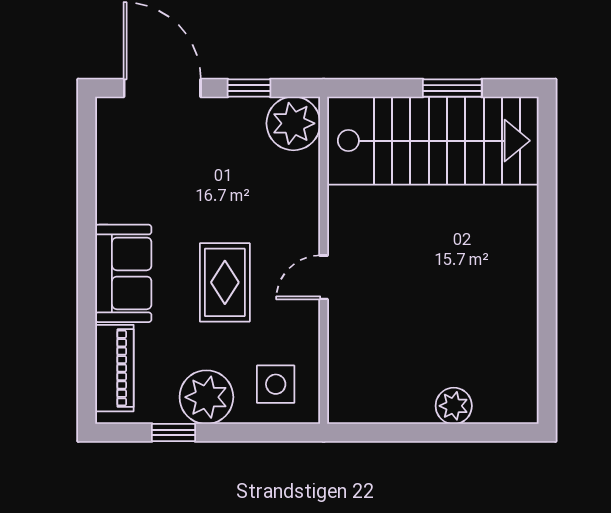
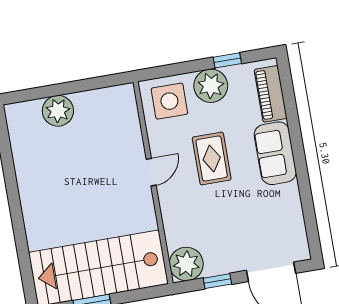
side table: (276, 384) -> (169, 101), width x1.37, depth x1.37
plant: (454, 406) -> (58, 111), width x1.36, depth x1.36

